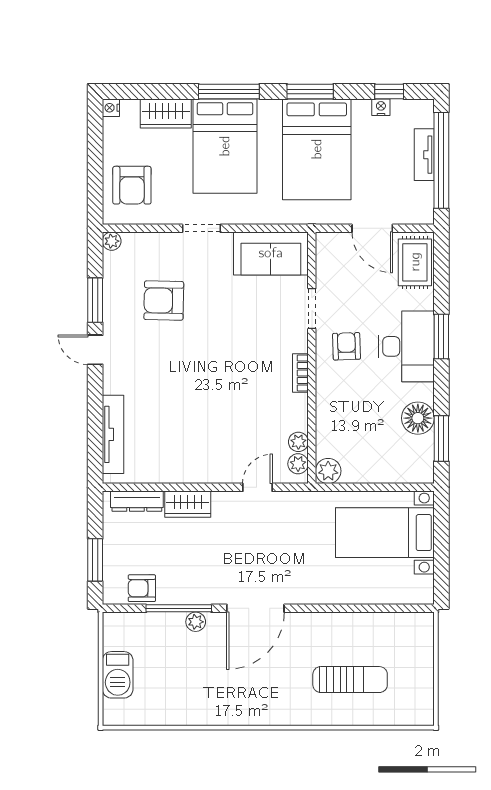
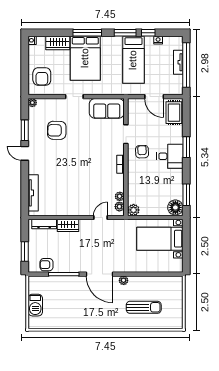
window: (389, 91) -> (148, 33), moved
bed: (317, 149) -> (133, 60), width x0.67
desk: (406, 346) -> (170, 156), width x0.73
floor lamp: (418, 418) -> (175, 207), moved
door: (255, 608) -> (100, 274), hinge flipped
plant: (196, 622) -> (124, 280), moved

